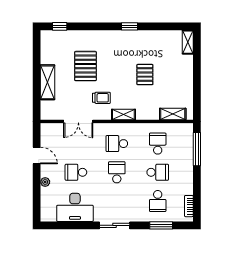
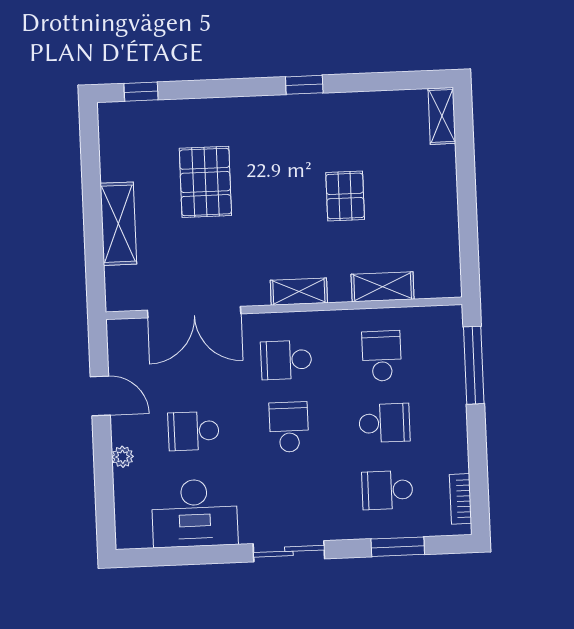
trolley: (101, 98) -> (246, 255), removed
shelving: (173, 114) -> (383, 287), moved
double door: (78, 121) -> (194, 312), width x1.37
school desk: (158, 201) -> (387, 490), turned 90

